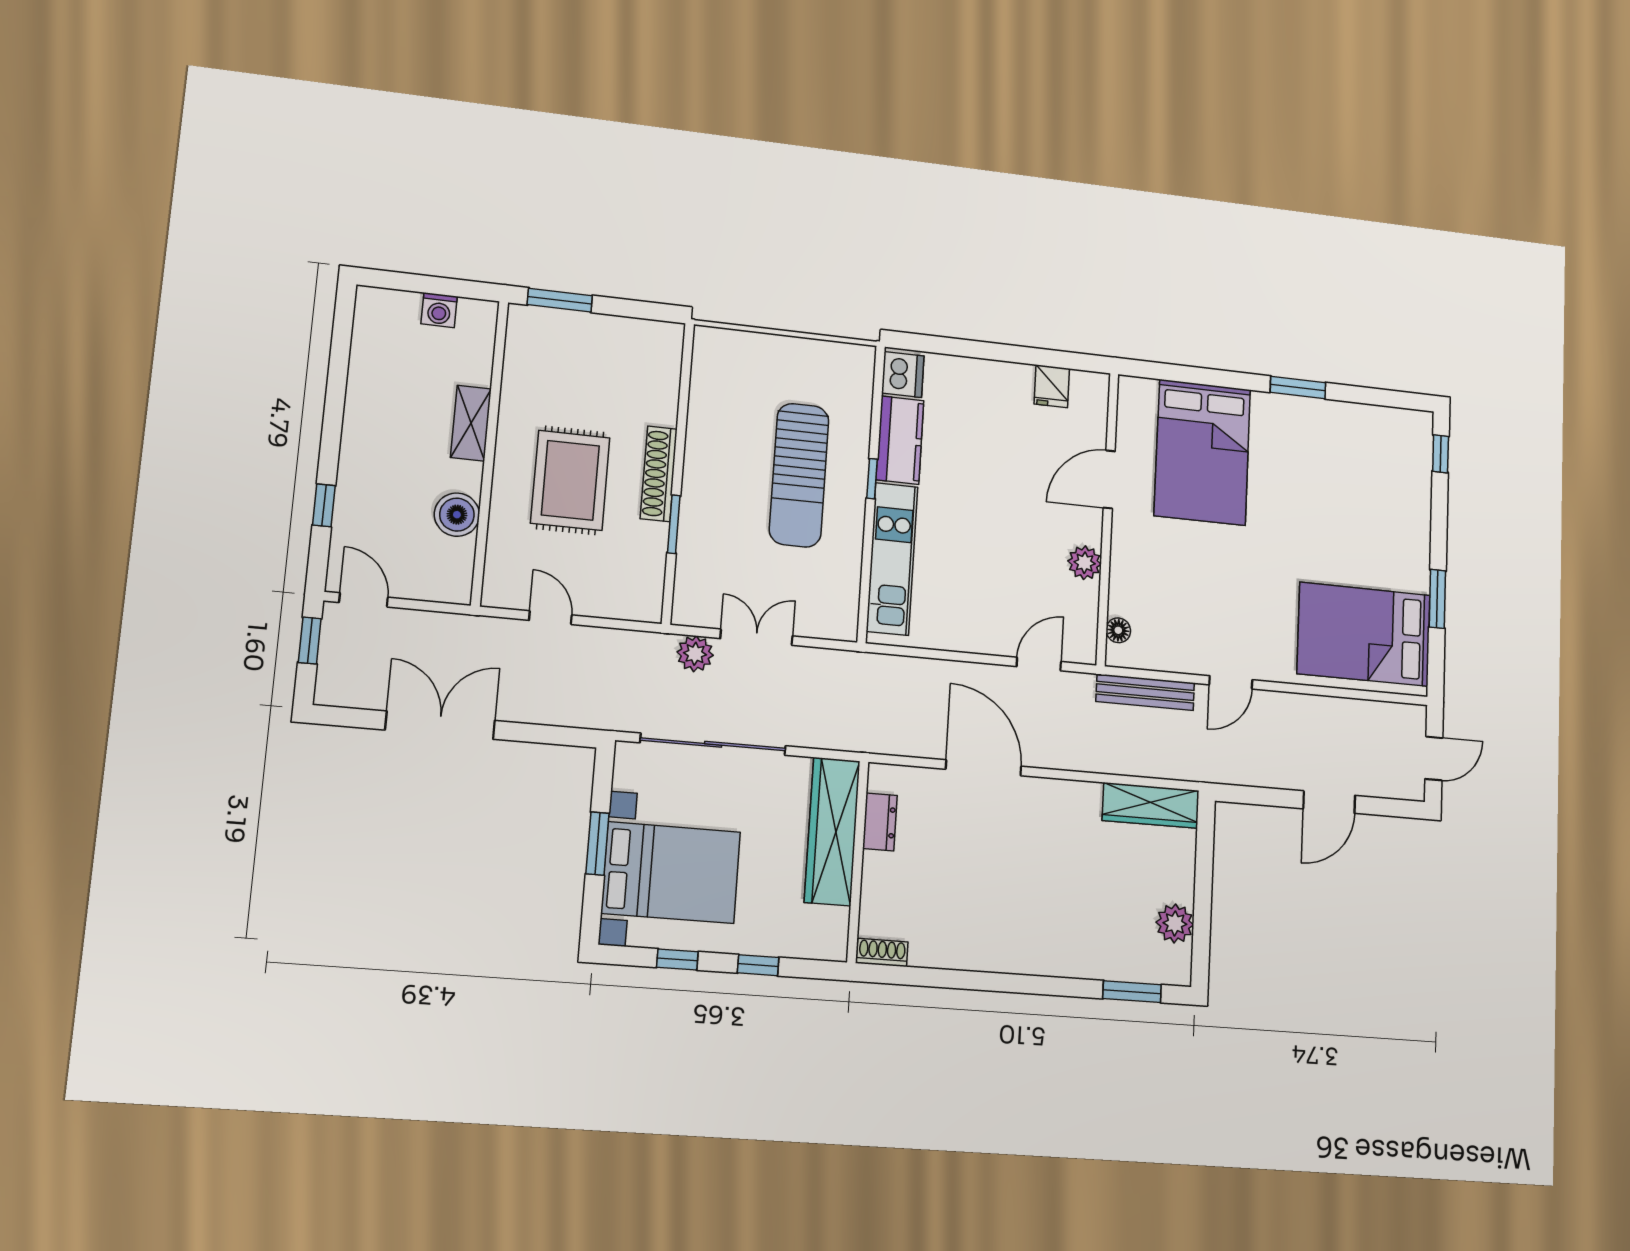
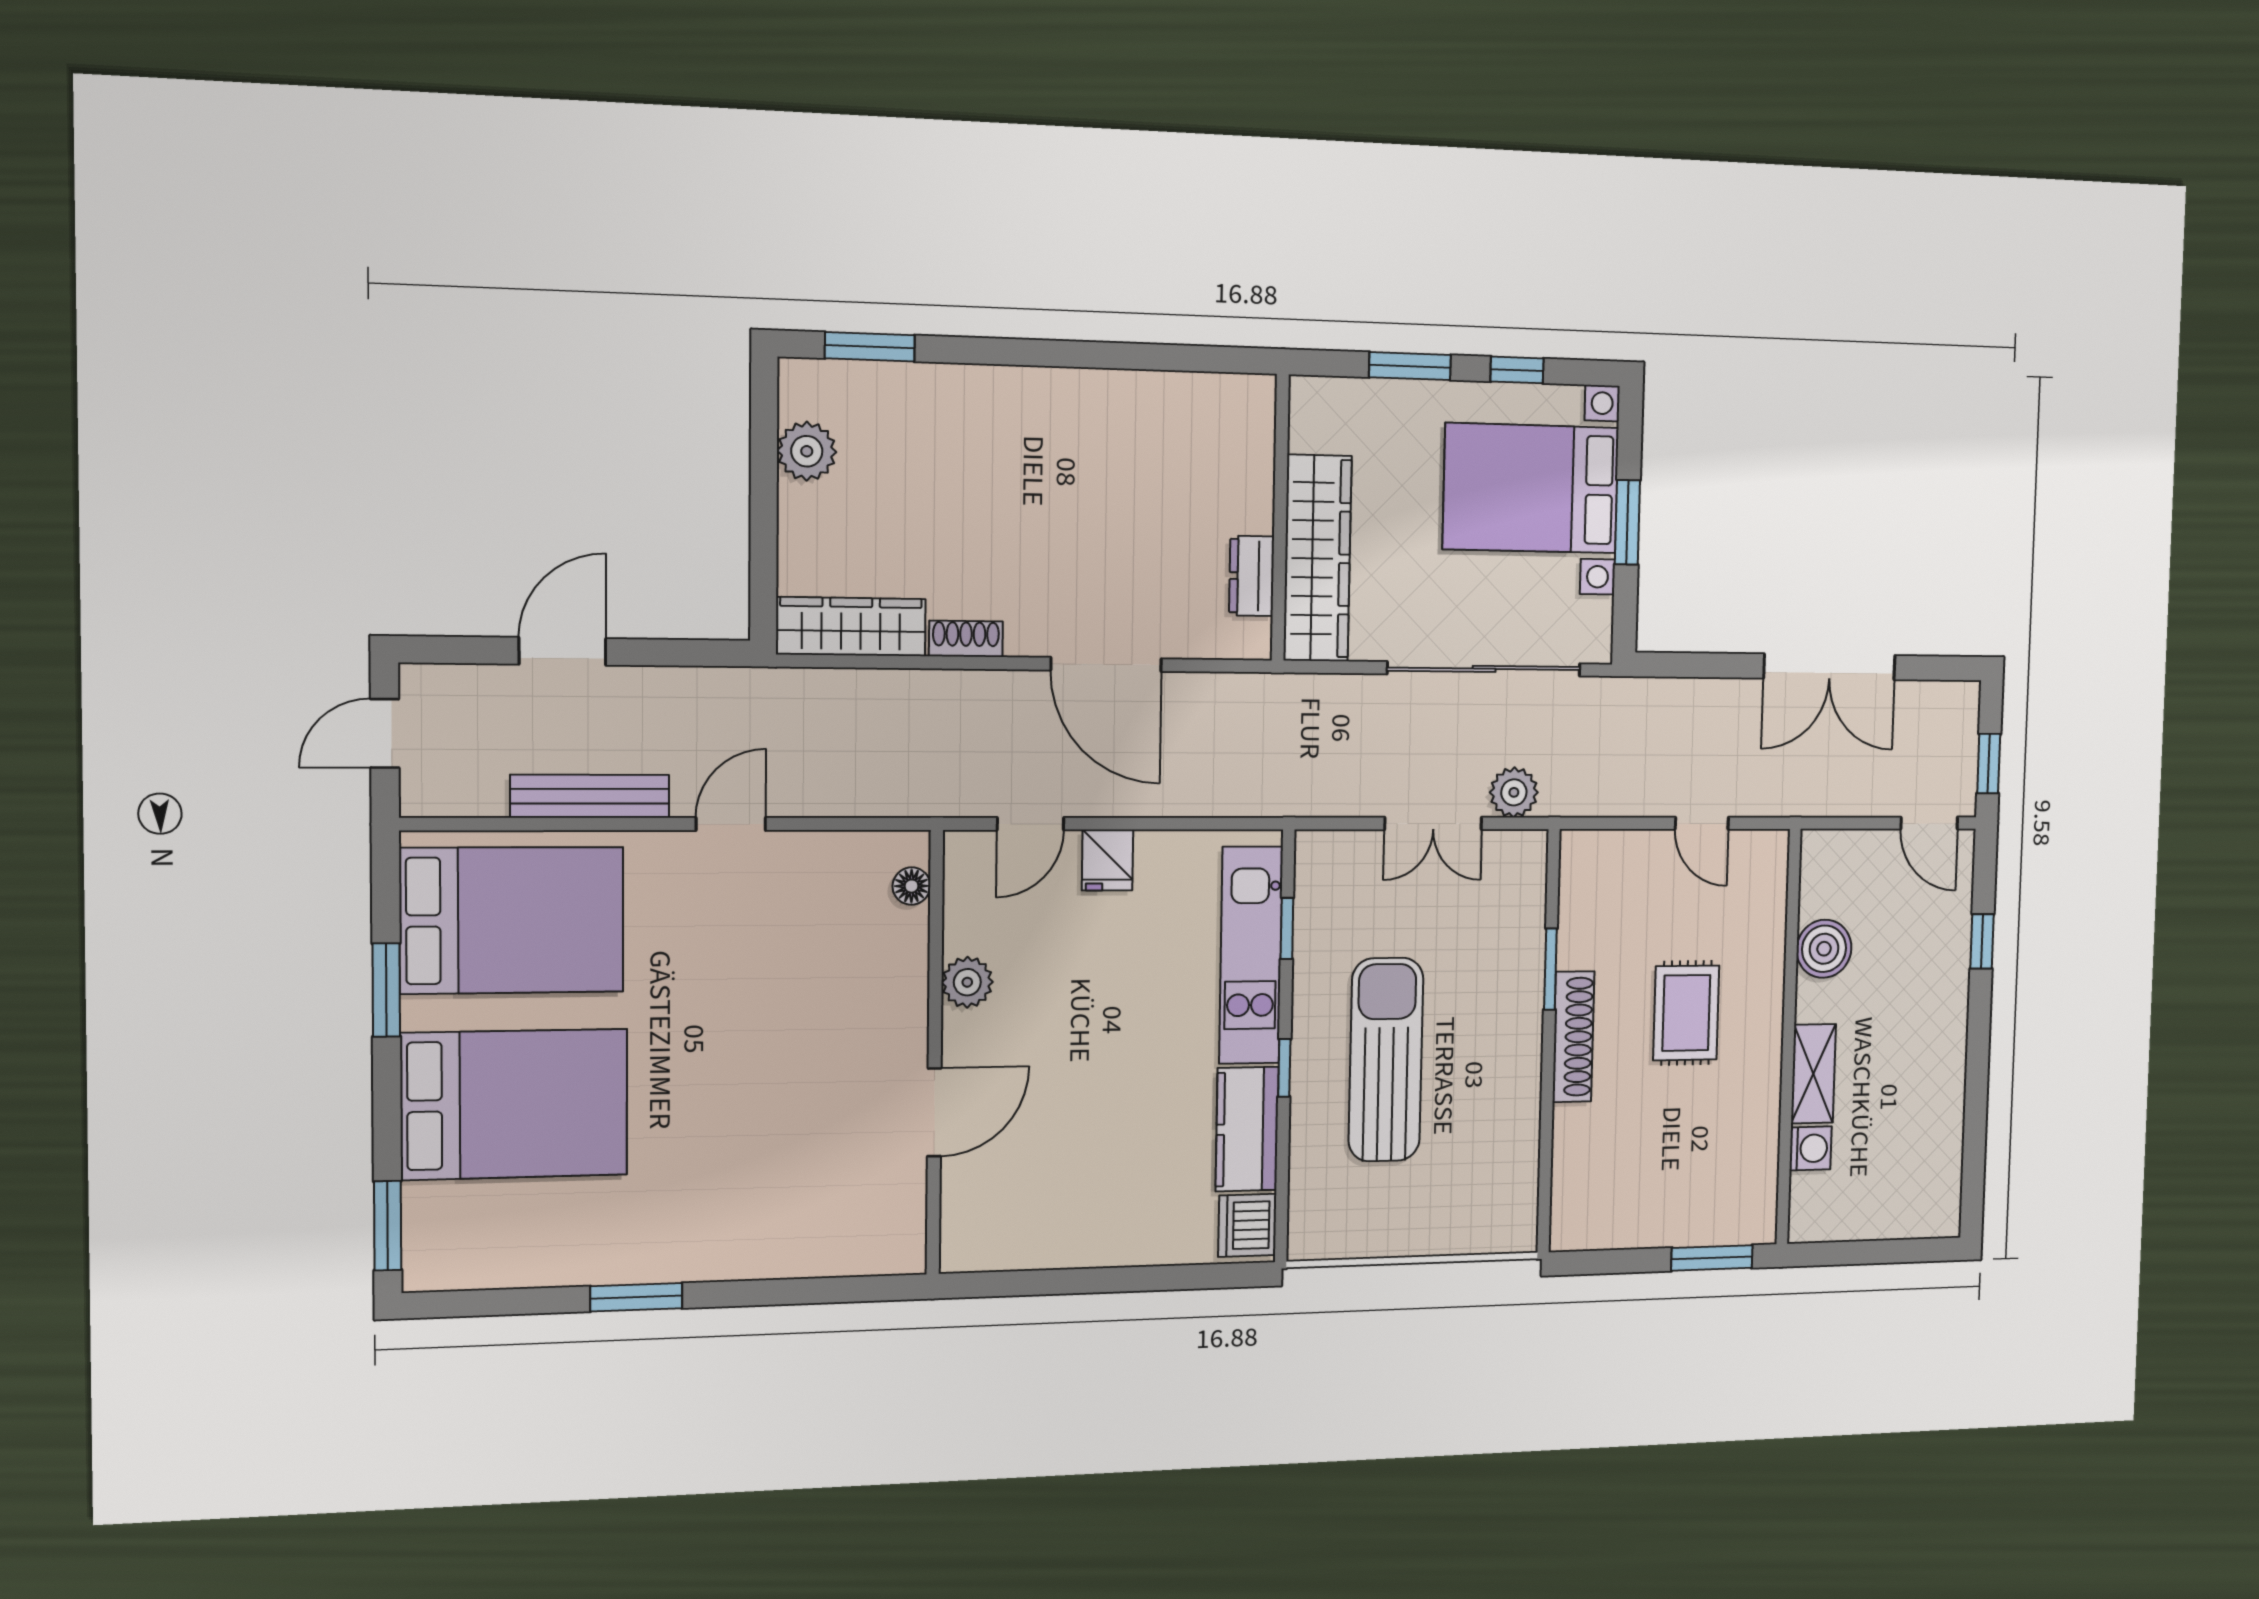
washing machine: (439, 310) -> (1810, 1148), moved, turned 90
fridge: (1052, 386) -> (1108, 860), moved, turned 180
bed: (1202, 452) -> (515, 1104), moved, turned 90
window: (1441, 454) -> (388, 1226), width x1.50
rug: (570, 480) -> (1686, 1013), width x0.73, depth x0.70
window: (866, 575) -> (1287, 928), added
bench: (1145, 692) -> (590, 796), moved
shoe rack: (882, 952) -> (966, 639), moved, turned 180
window: (758, 965) -> (1410, 366), width x1.50

